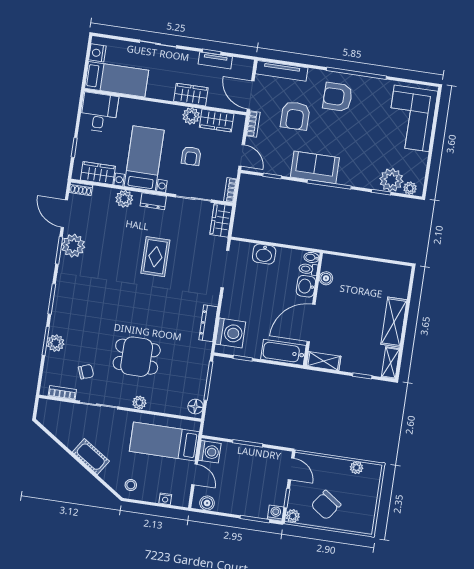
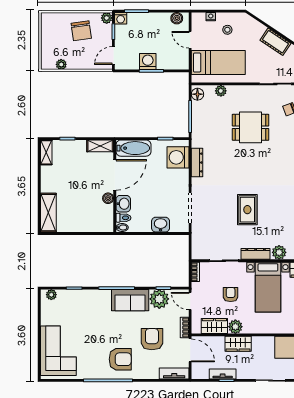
tv unit: (282, 71) -> (174, 374), width x0.71
plant: (391, 180) -> (159, 299), moved
dresser: (153, 201) -> (256, 254), width x1.44
wardrobe: (221, 220) -> (199, 247), removed
boiler: (326, 278) -> (108, 198), moved
shelving: (394, 322) -> (48, 213), moved
plant: (139, 403) -> (221, 91), moved
washing machine: (210, 452) -> (148, 62), moved, turned 90
door: (291, 469) -> (113, 56), hinge flipped
stool: (131, 485) -> (227, 30), moved
chair: (326, 505) -> (81, 31), turned 137

